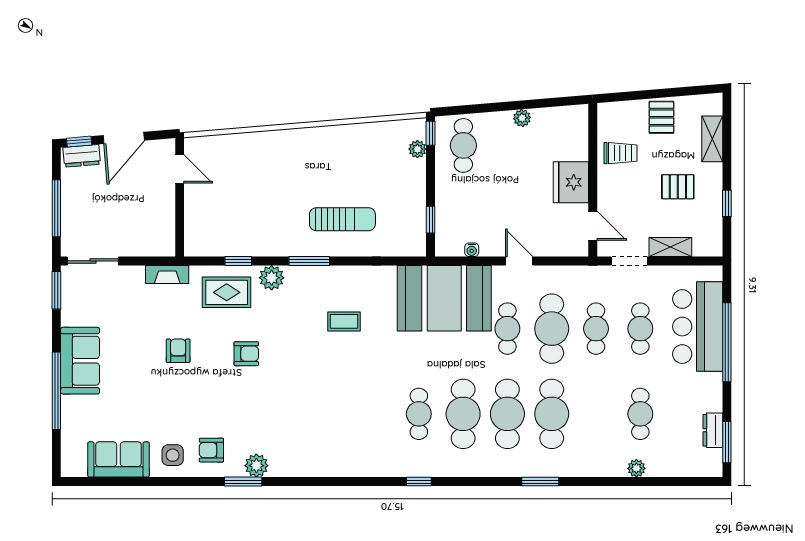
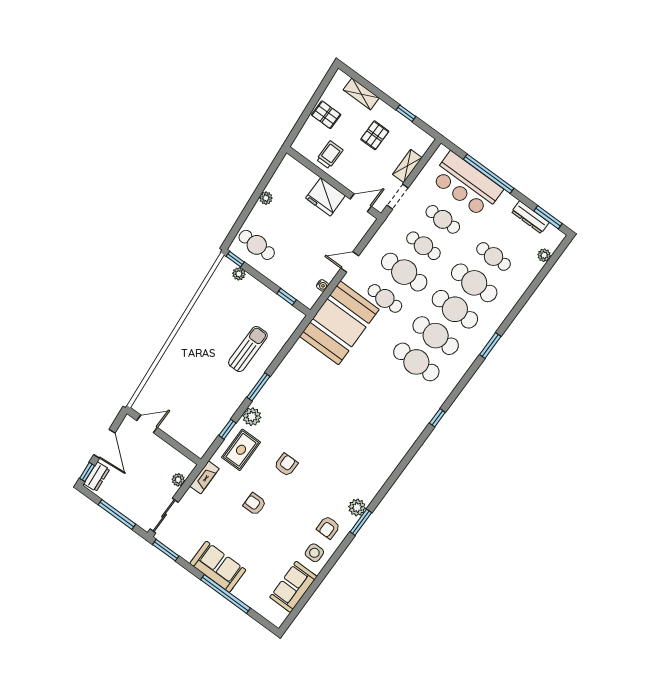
plant: (143, 248) -> (178, 480), added
coffee table: (344, 321) -> (309, 393), removed
cafe table: (419, 414) -> (474, 283), moved, width x1.37, depth x1.35
dresser: (713, 430) -> (530, 217), width x1.44
plant: (636, 468) -> (544, 255), moved

